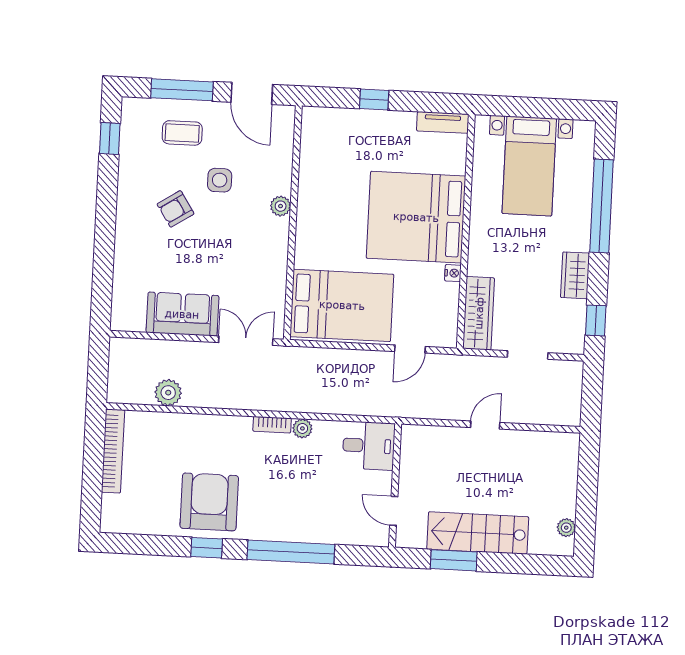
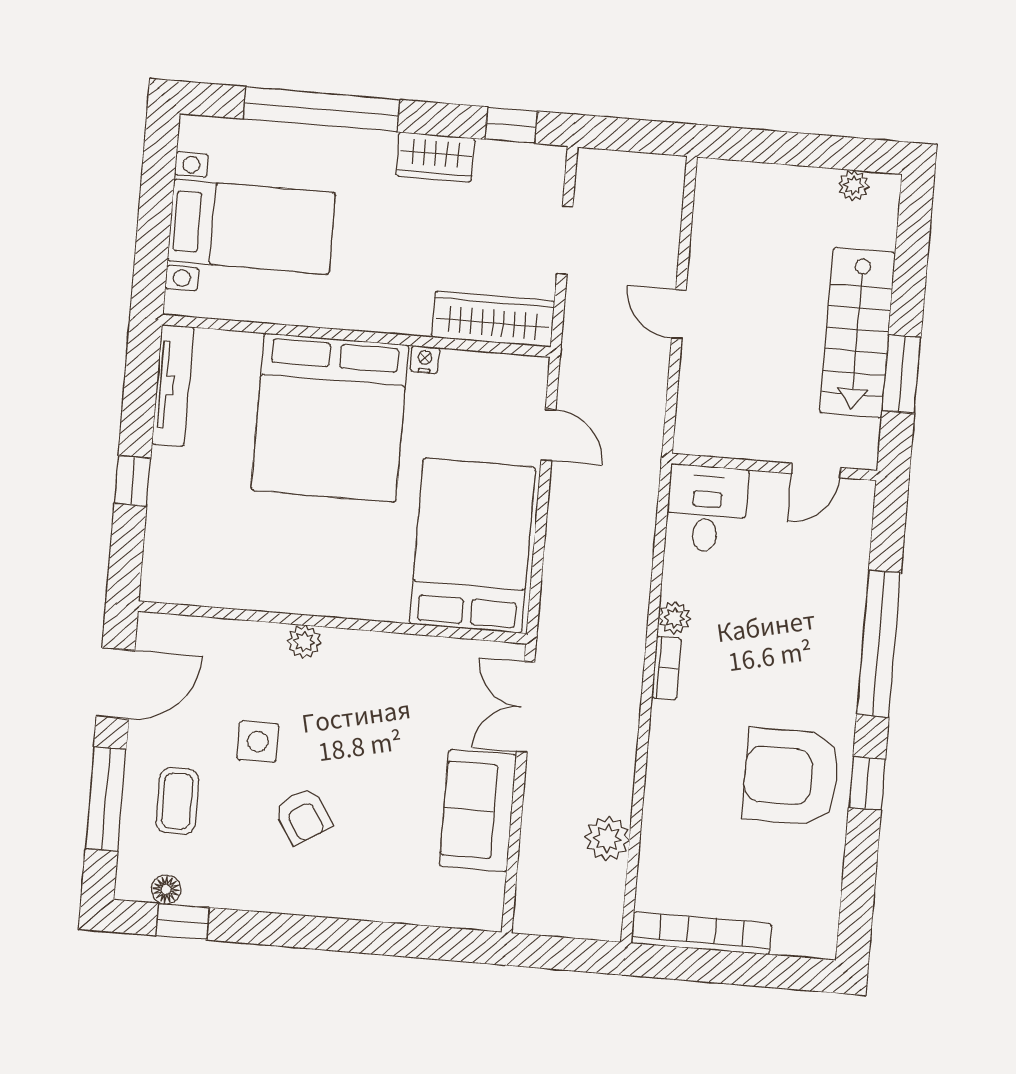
tv unit: (443, 122) -> (173, 386), width x1.41
floor lamp: (129, 128) -> (166, 890), added

